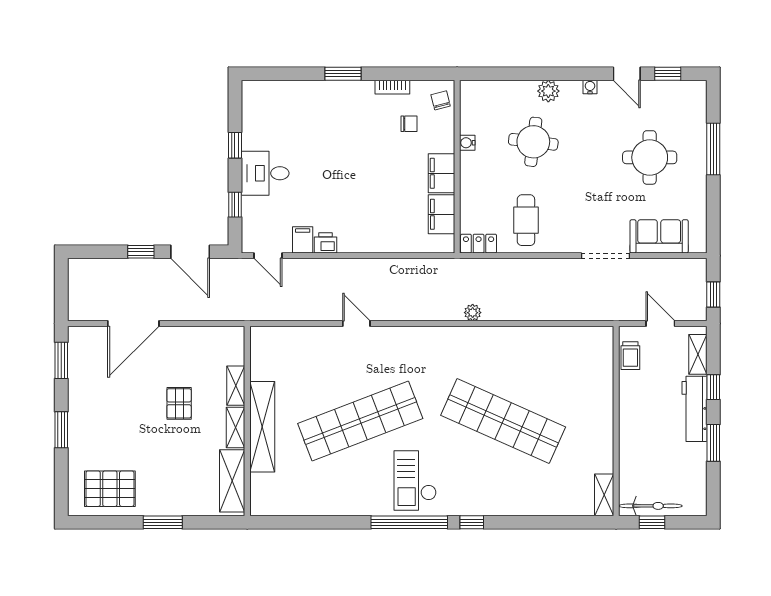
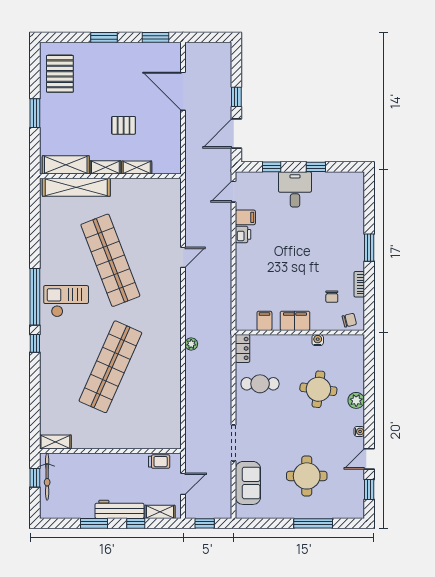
filing cabinet: (441, 214) -> (264, 321), width x0.50
trolley: (630, 356) -> (159, 462), turned 180
shelving: (262, 427) -> (76, 187), moved

